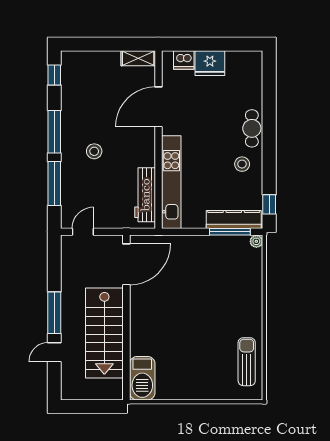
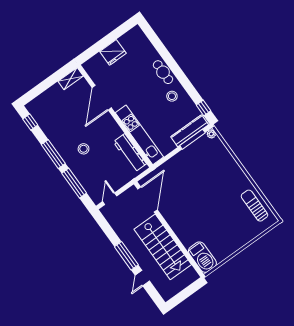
dishwasher: (184, 60) -> (97, 61), removed

